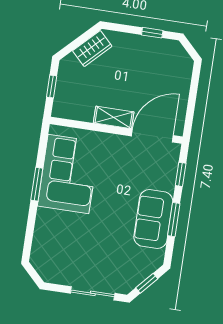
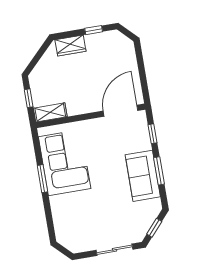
wardrobe: (92, 49) -> (70, 46), moved, turned 45
shelving: (114, 117) -> (50, 112), moved

